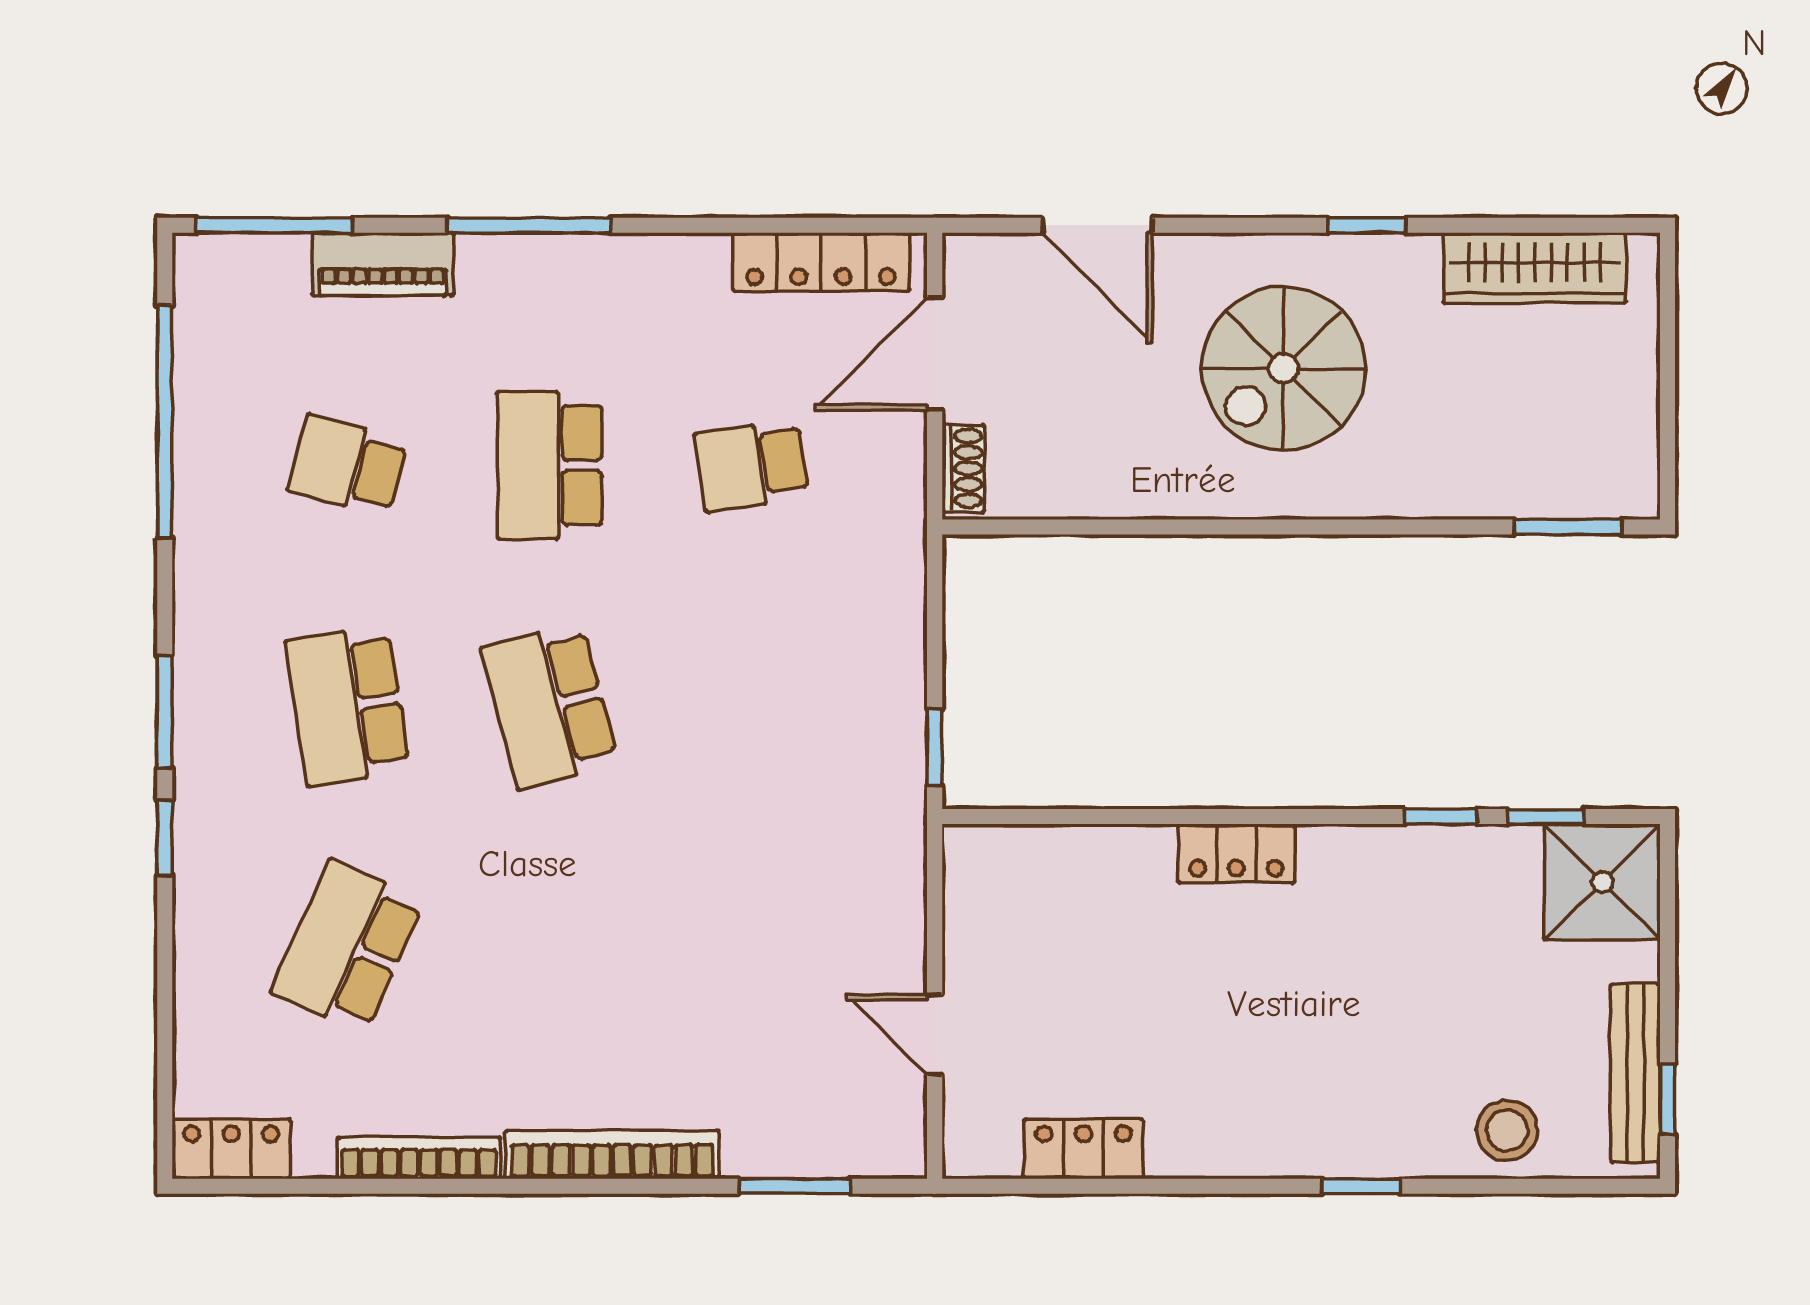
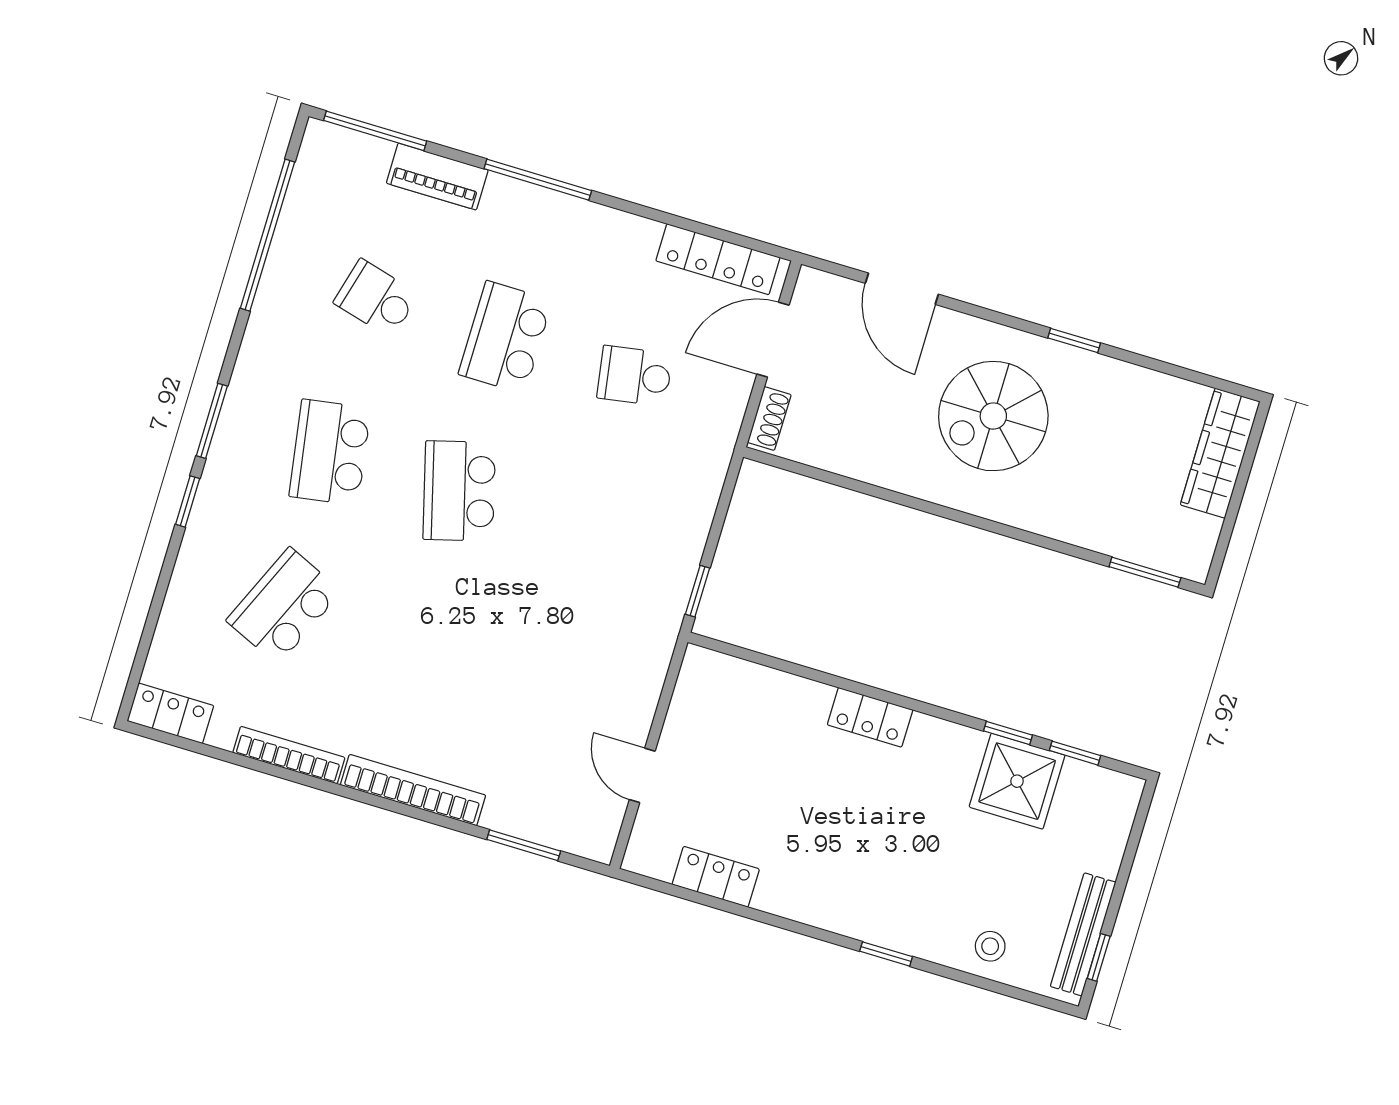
wardrobe: (1535, 268) -> (1220, 453), moved, turned 90
shower: (1602, 882) -> (1017, 781), moved
stool: (1507, 1130) -> (990, 946), width x0.73, depth x0.73

